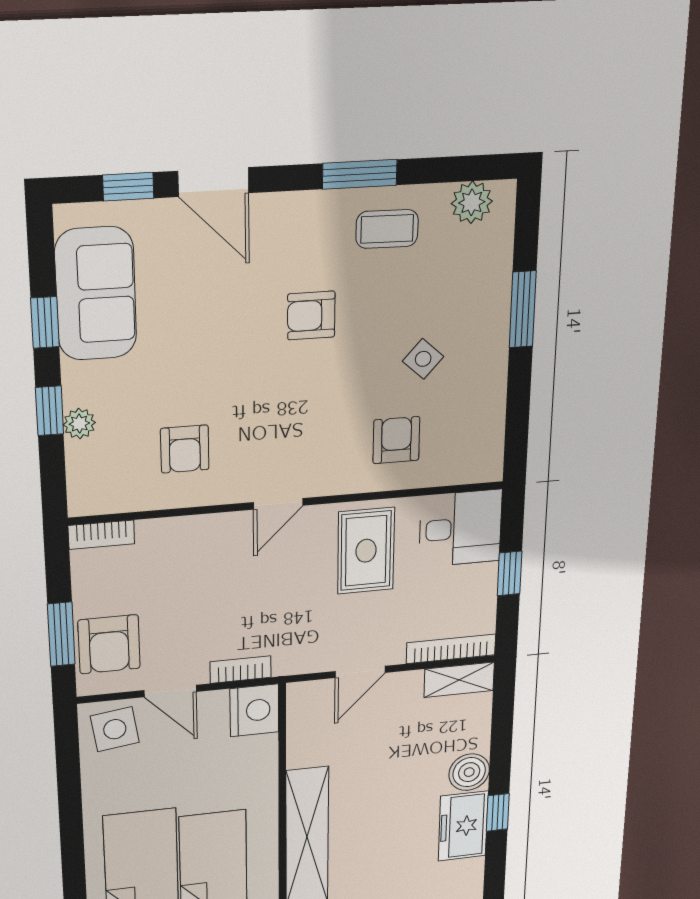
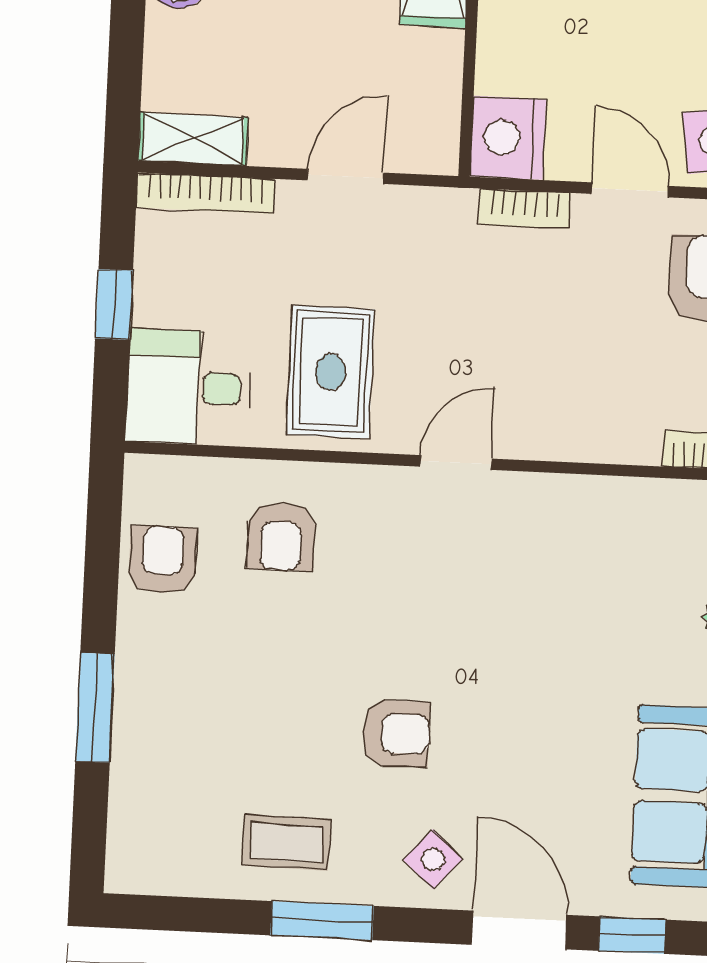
plant: (472, 202) -> (168, 867), removed
side table: (423, 359) -> (433, 859), moved
armchair: (185, 449) -> (163, 560), moved

